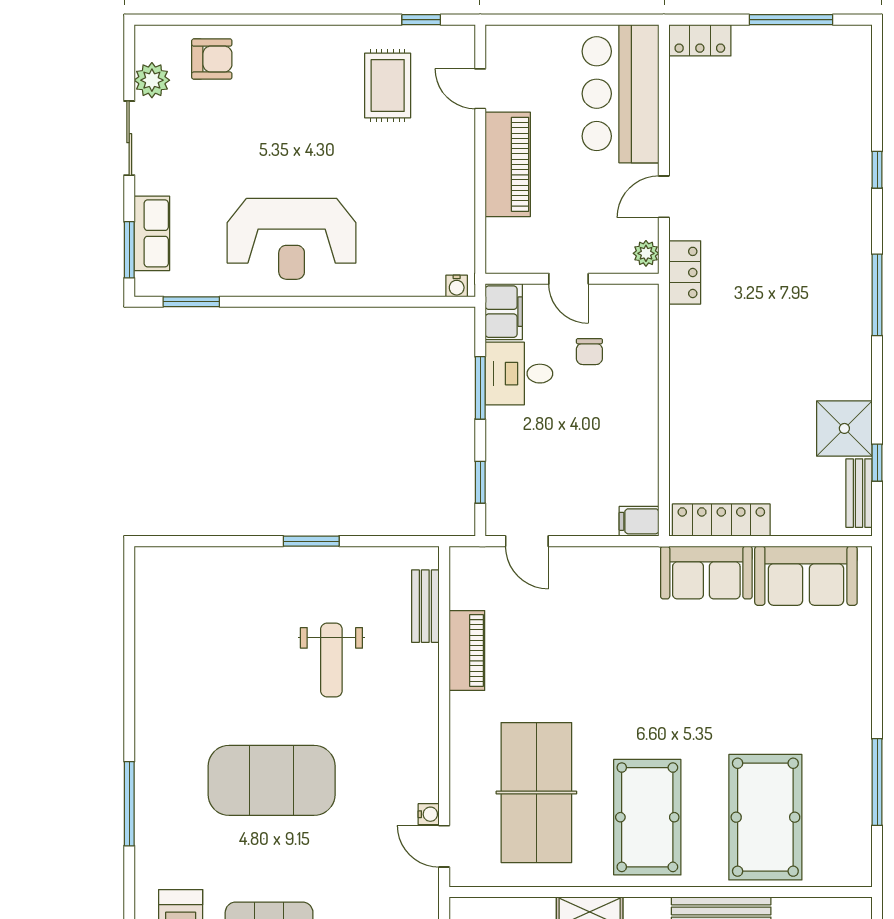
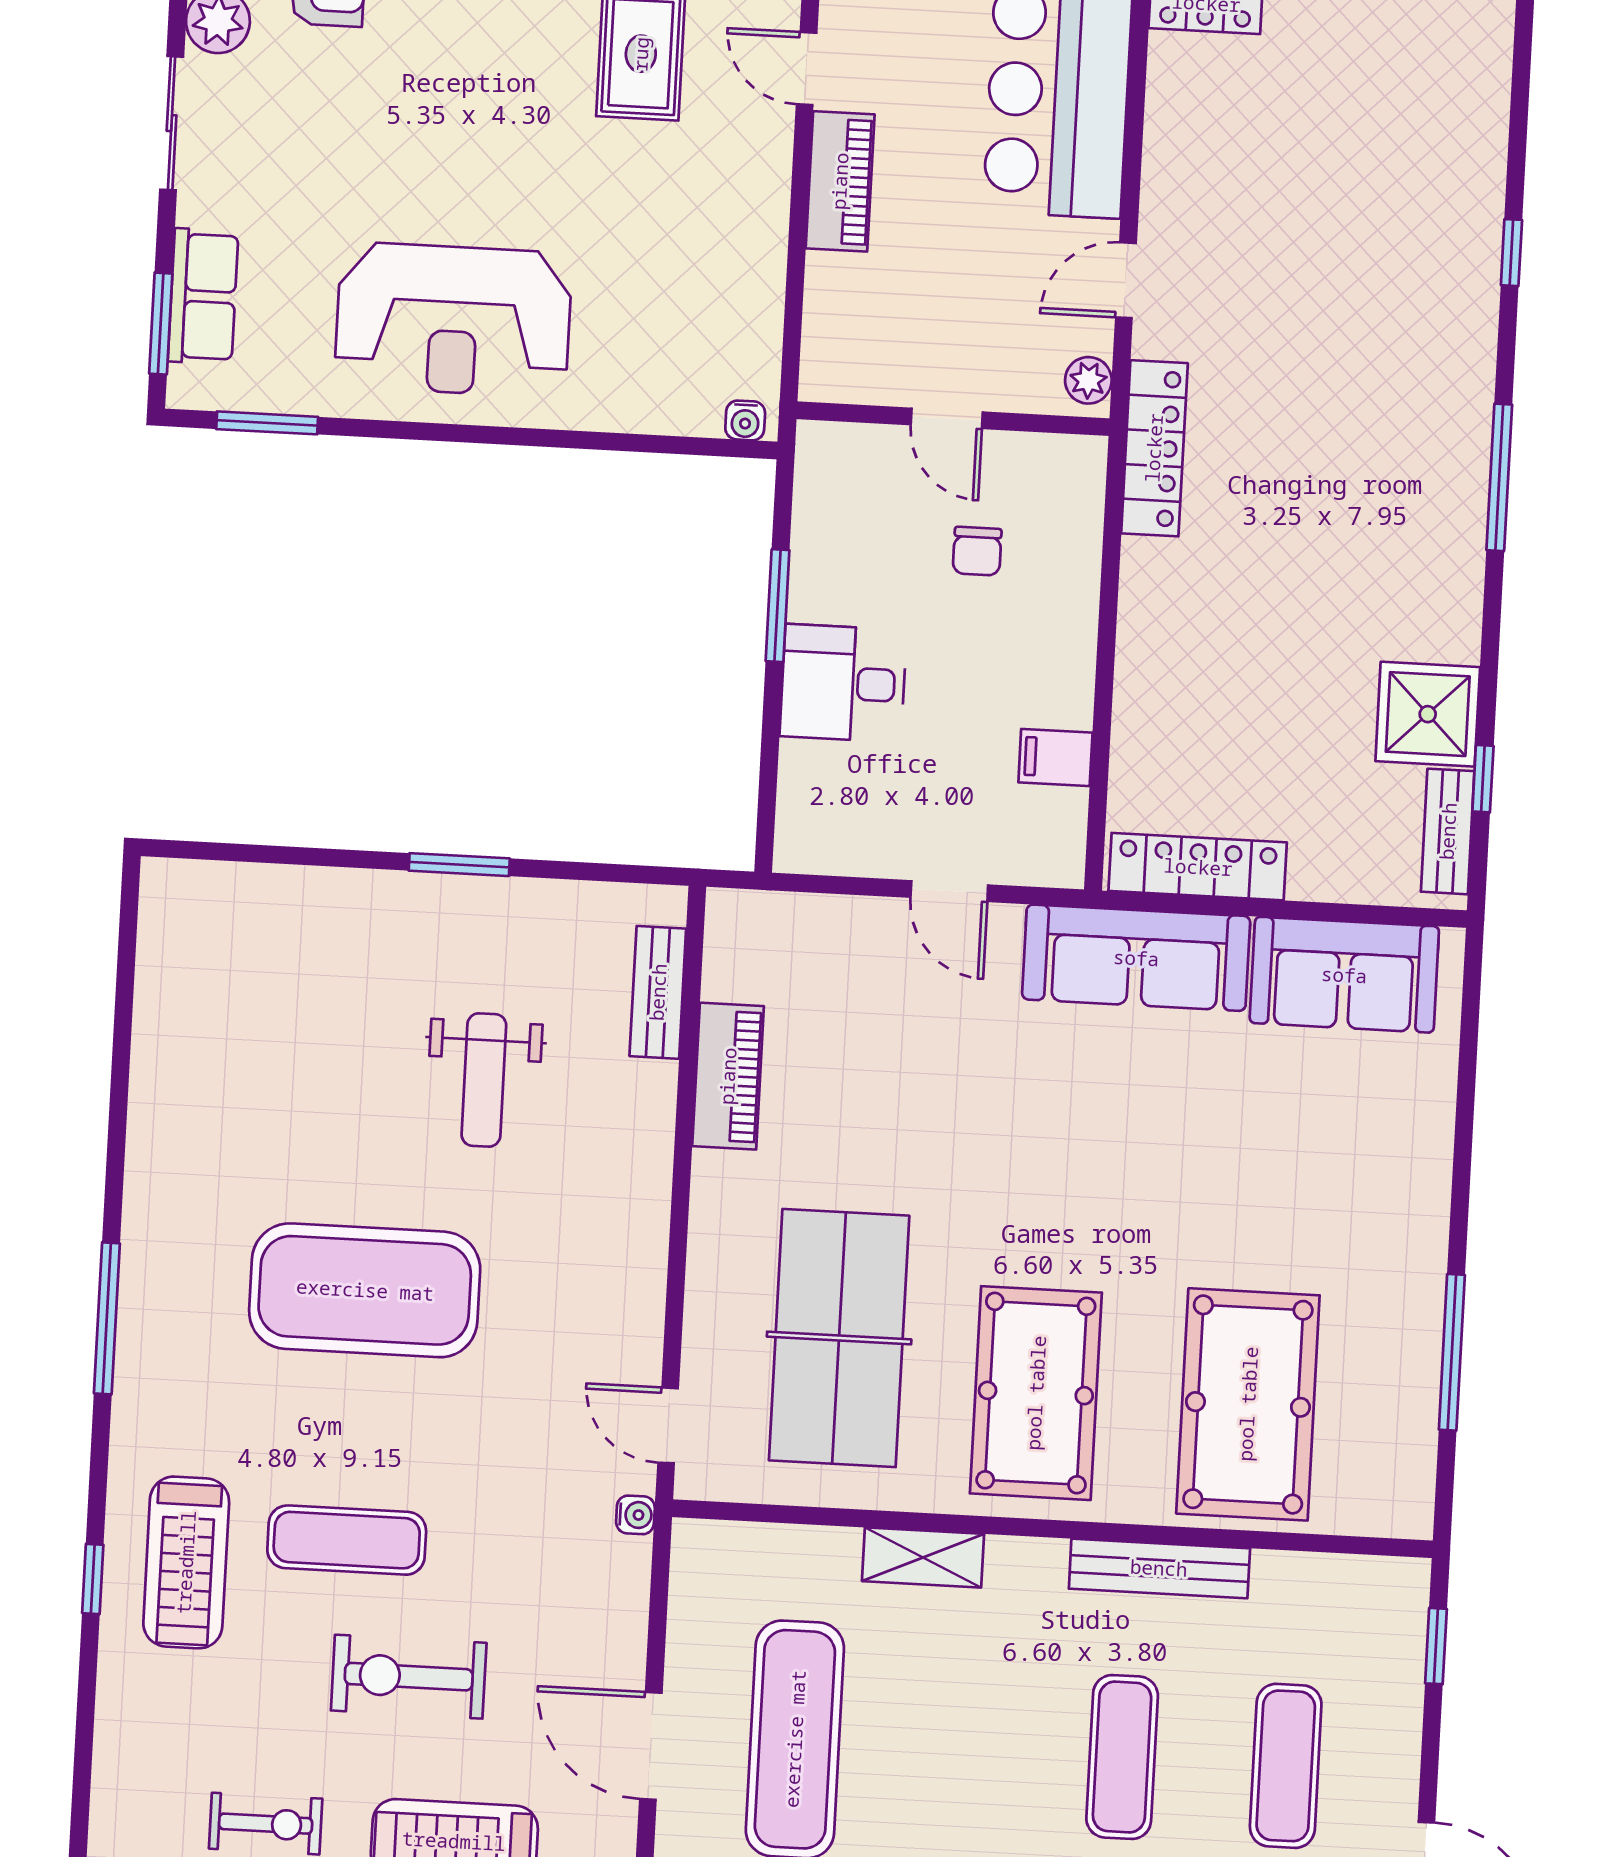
piano: (508, 164) -> (840, 181), width x0.73, depth x0.75
locker: (685, 272) -> (1154, 448), width x1.53
filing cabinet: (504, 312) -> (827, 471), removed
desk: (519, 374) -> (843, 683), moved
window: (480, 482) -> (768, 775), removed
filing cabinet: (639, 521) -> (1055, 758), moved
door: (527, 541) -> (949, 891), moved
sofa: (706, 573) -> (1136, 958), width x1.36
water cooler: (429, 814) -> (635, 1515), moved

